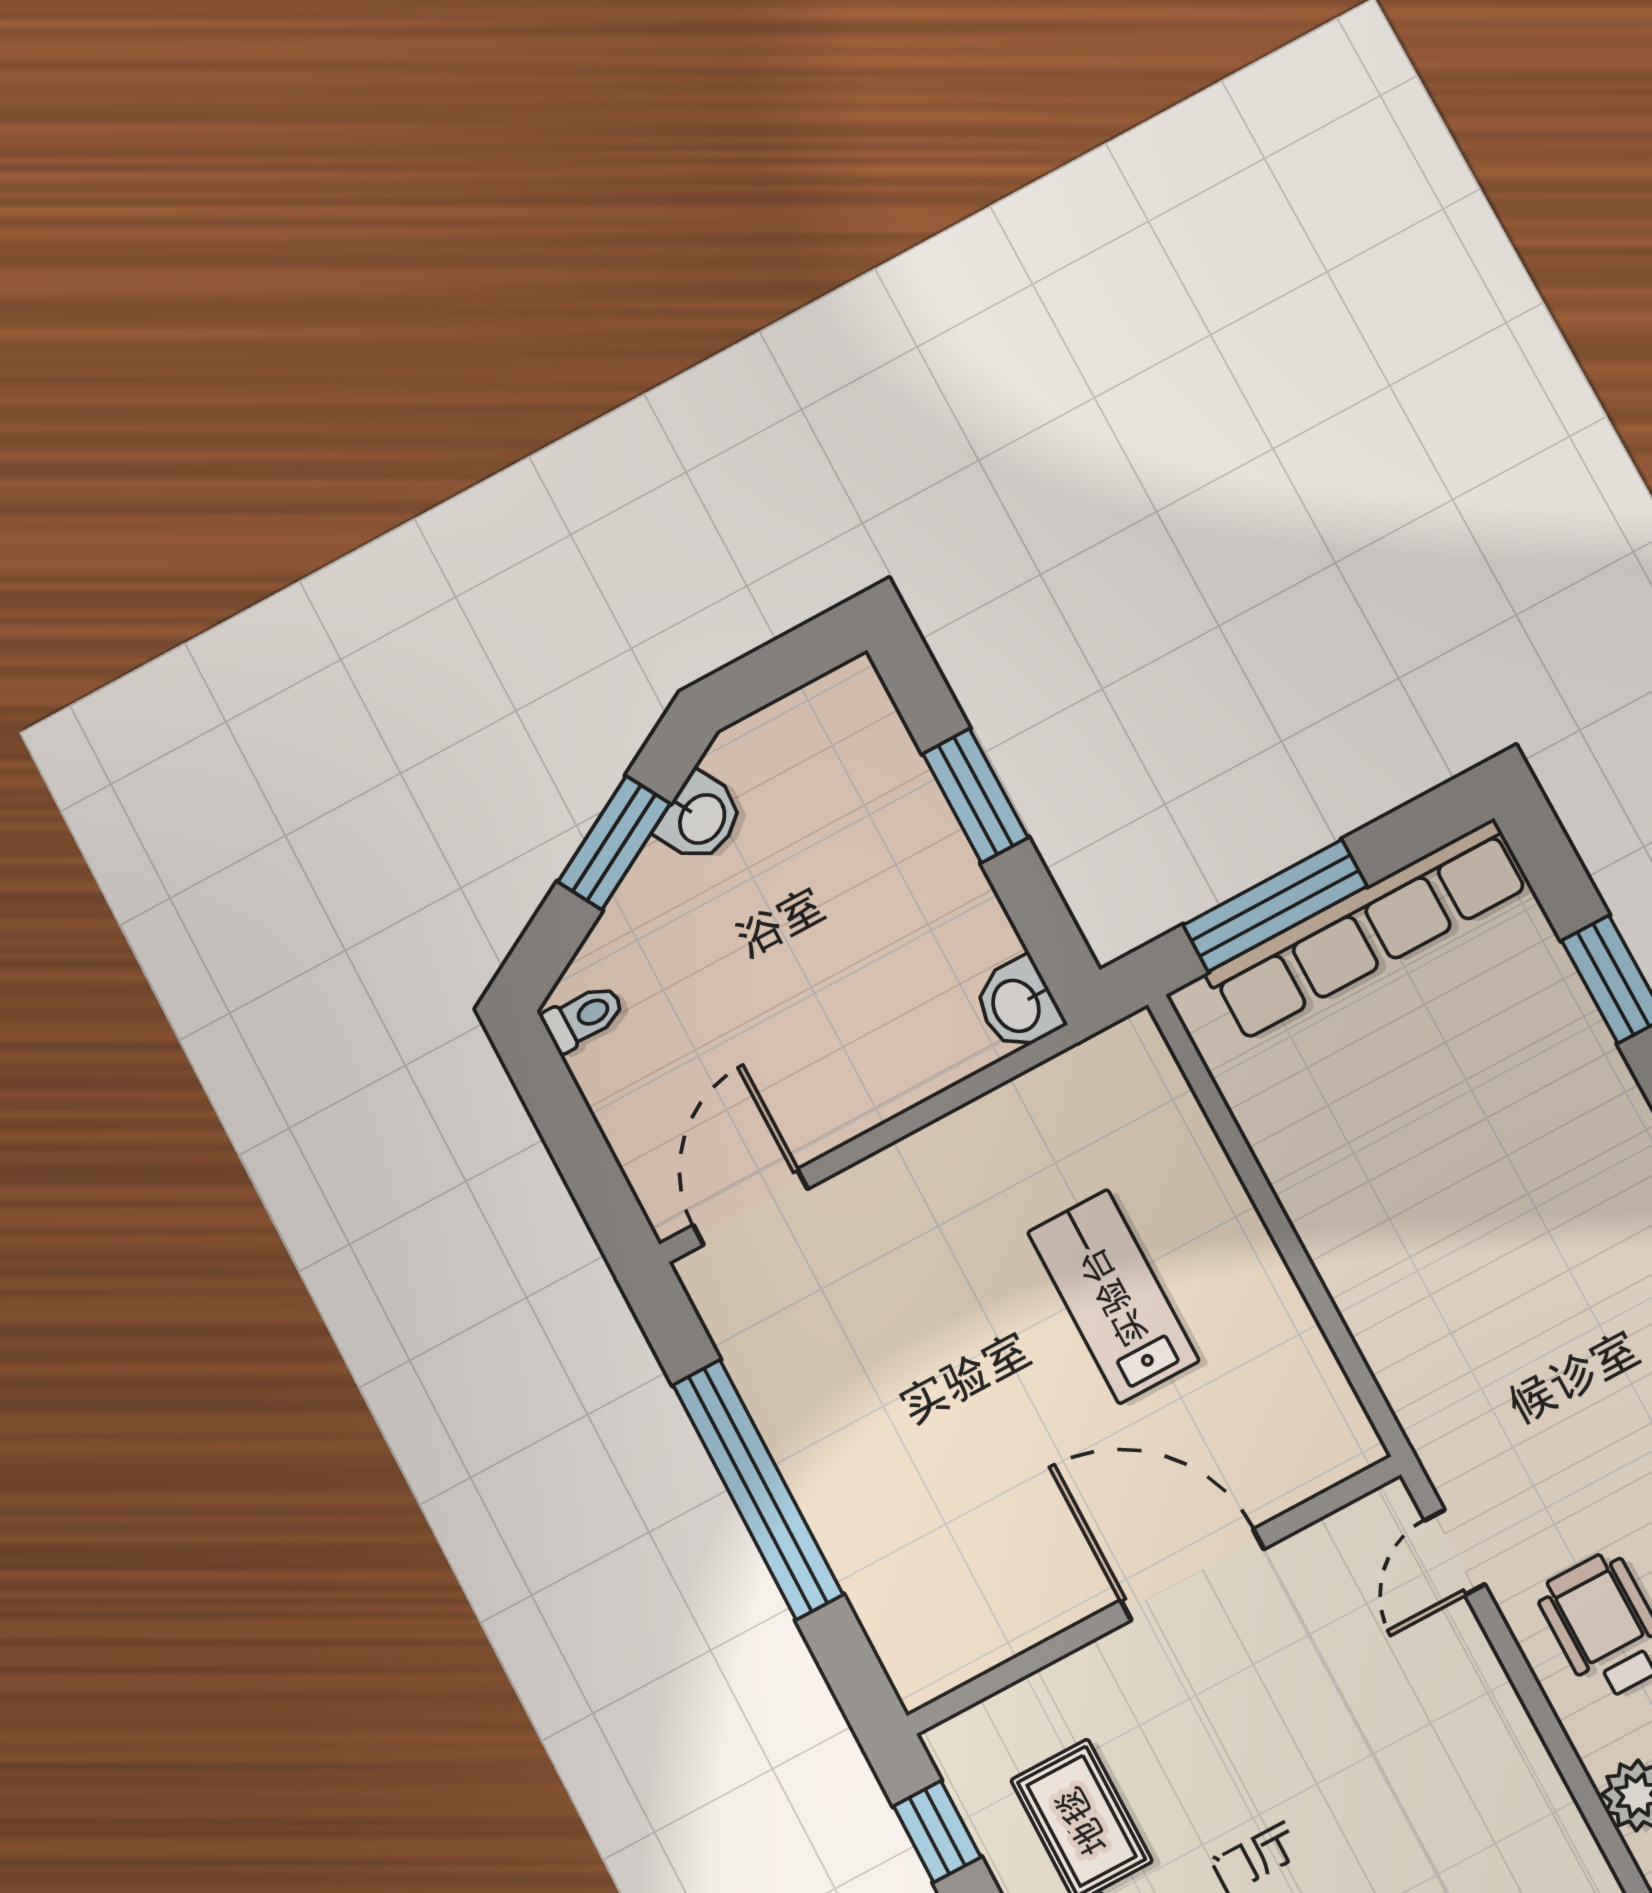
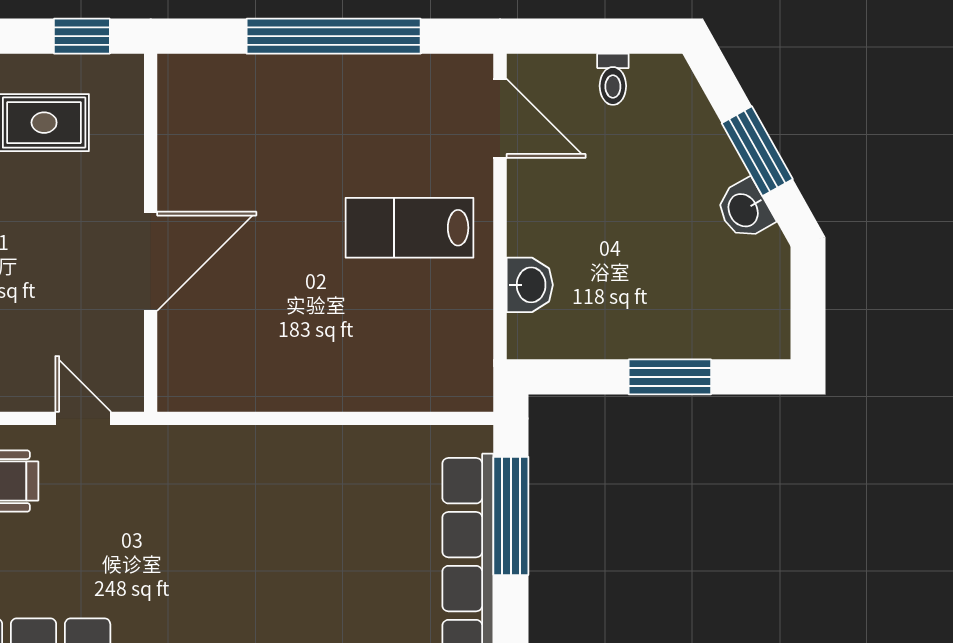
washbasin: (1018, 1005) -> (530, 285), moved, turned 90
toilet: (583, 1017) -> (613, 79), moved
lab bench: (1113, 1297) -> (409, 228), moved, turned 180

